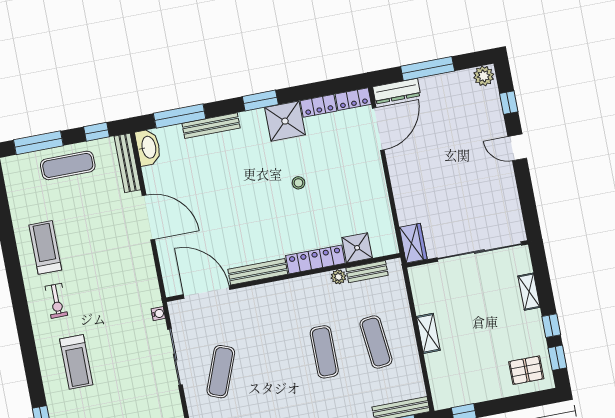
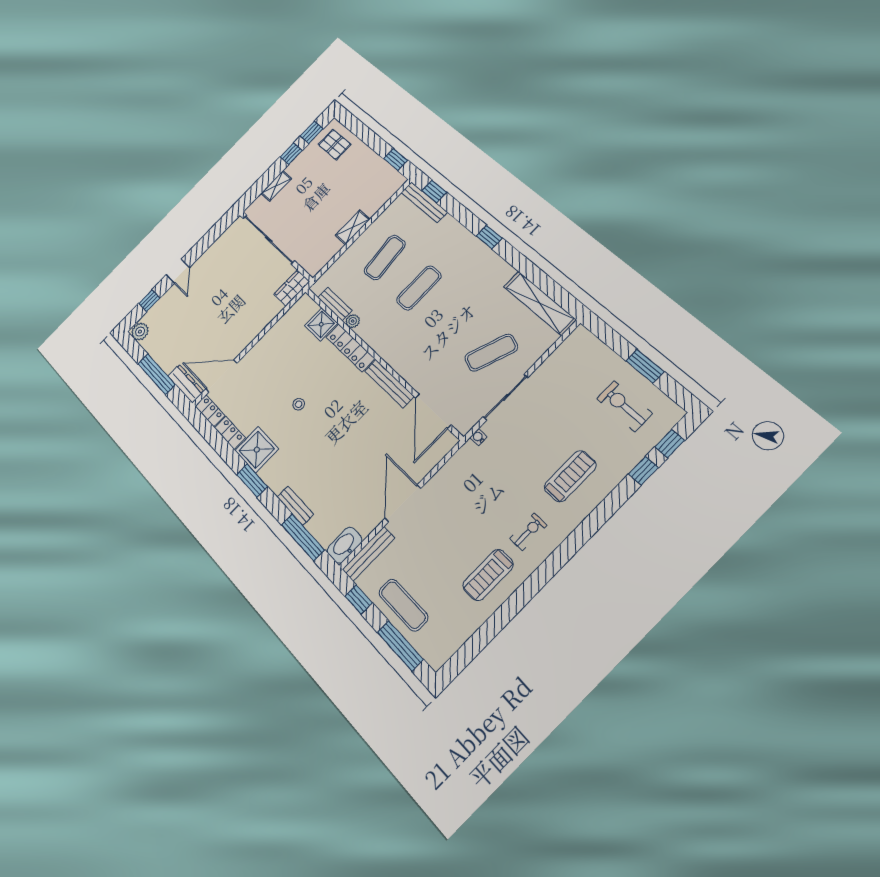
bench: (211, 126) -> (295, 506), width x0.73

